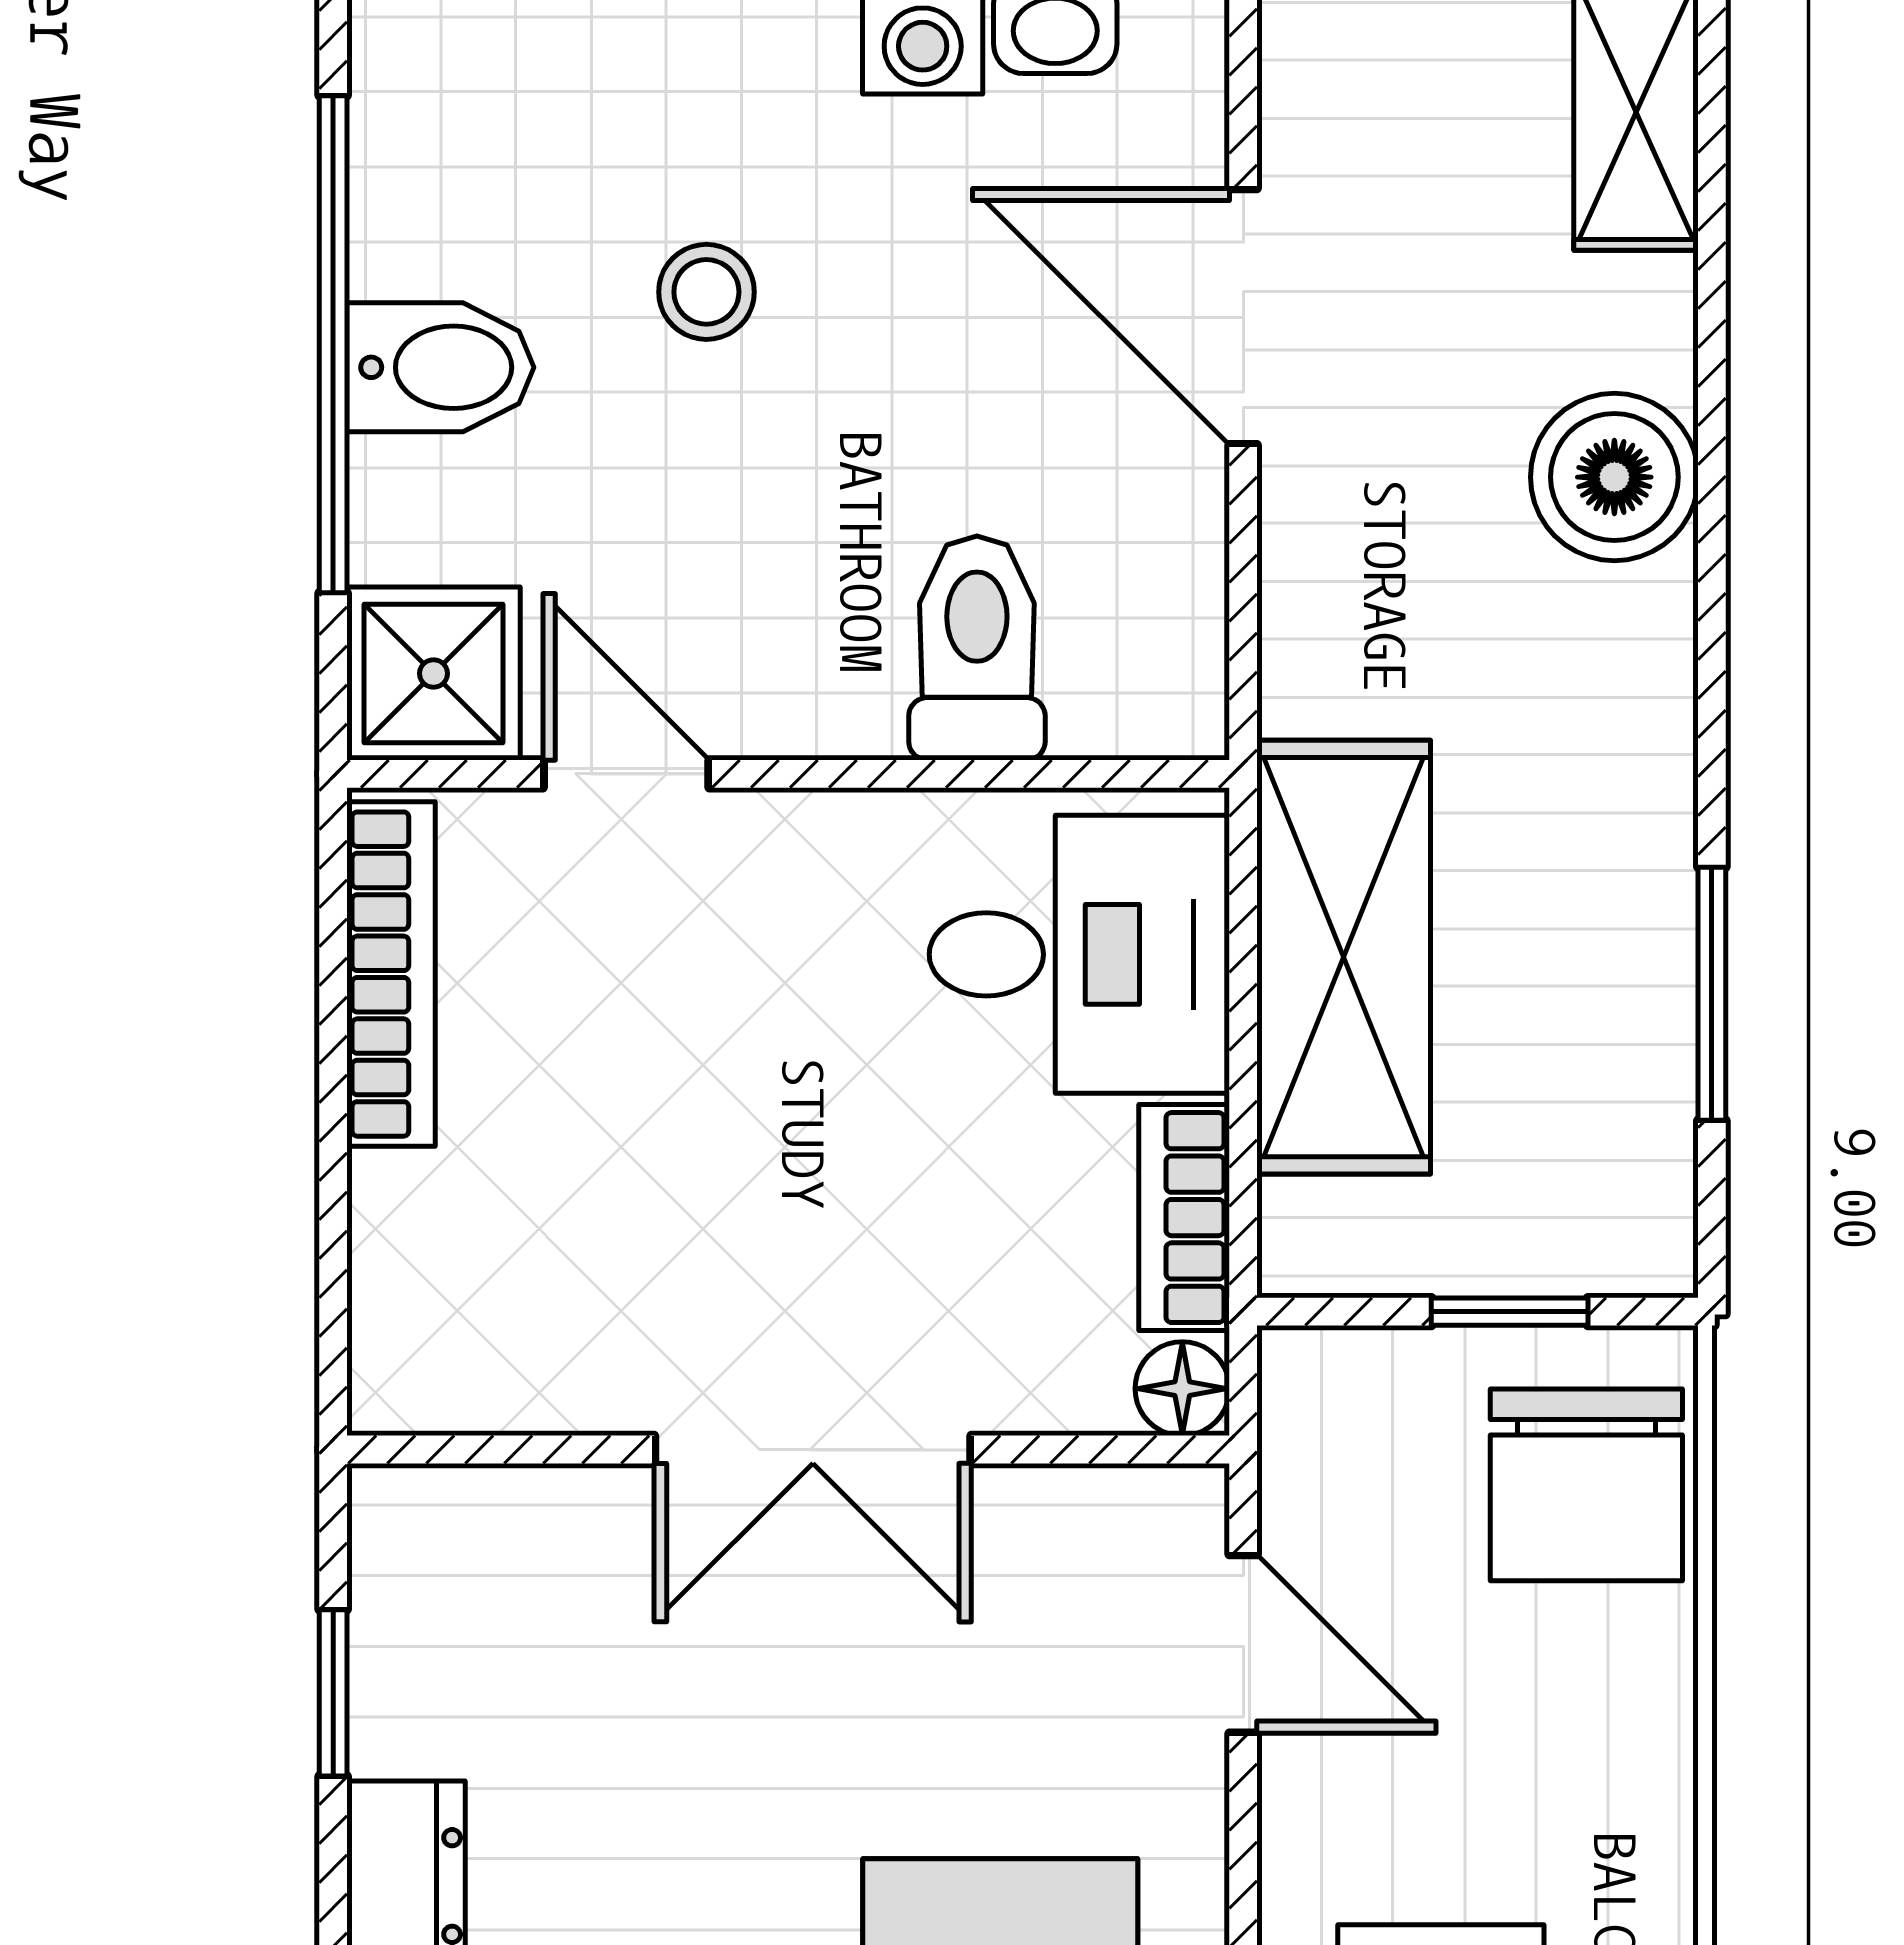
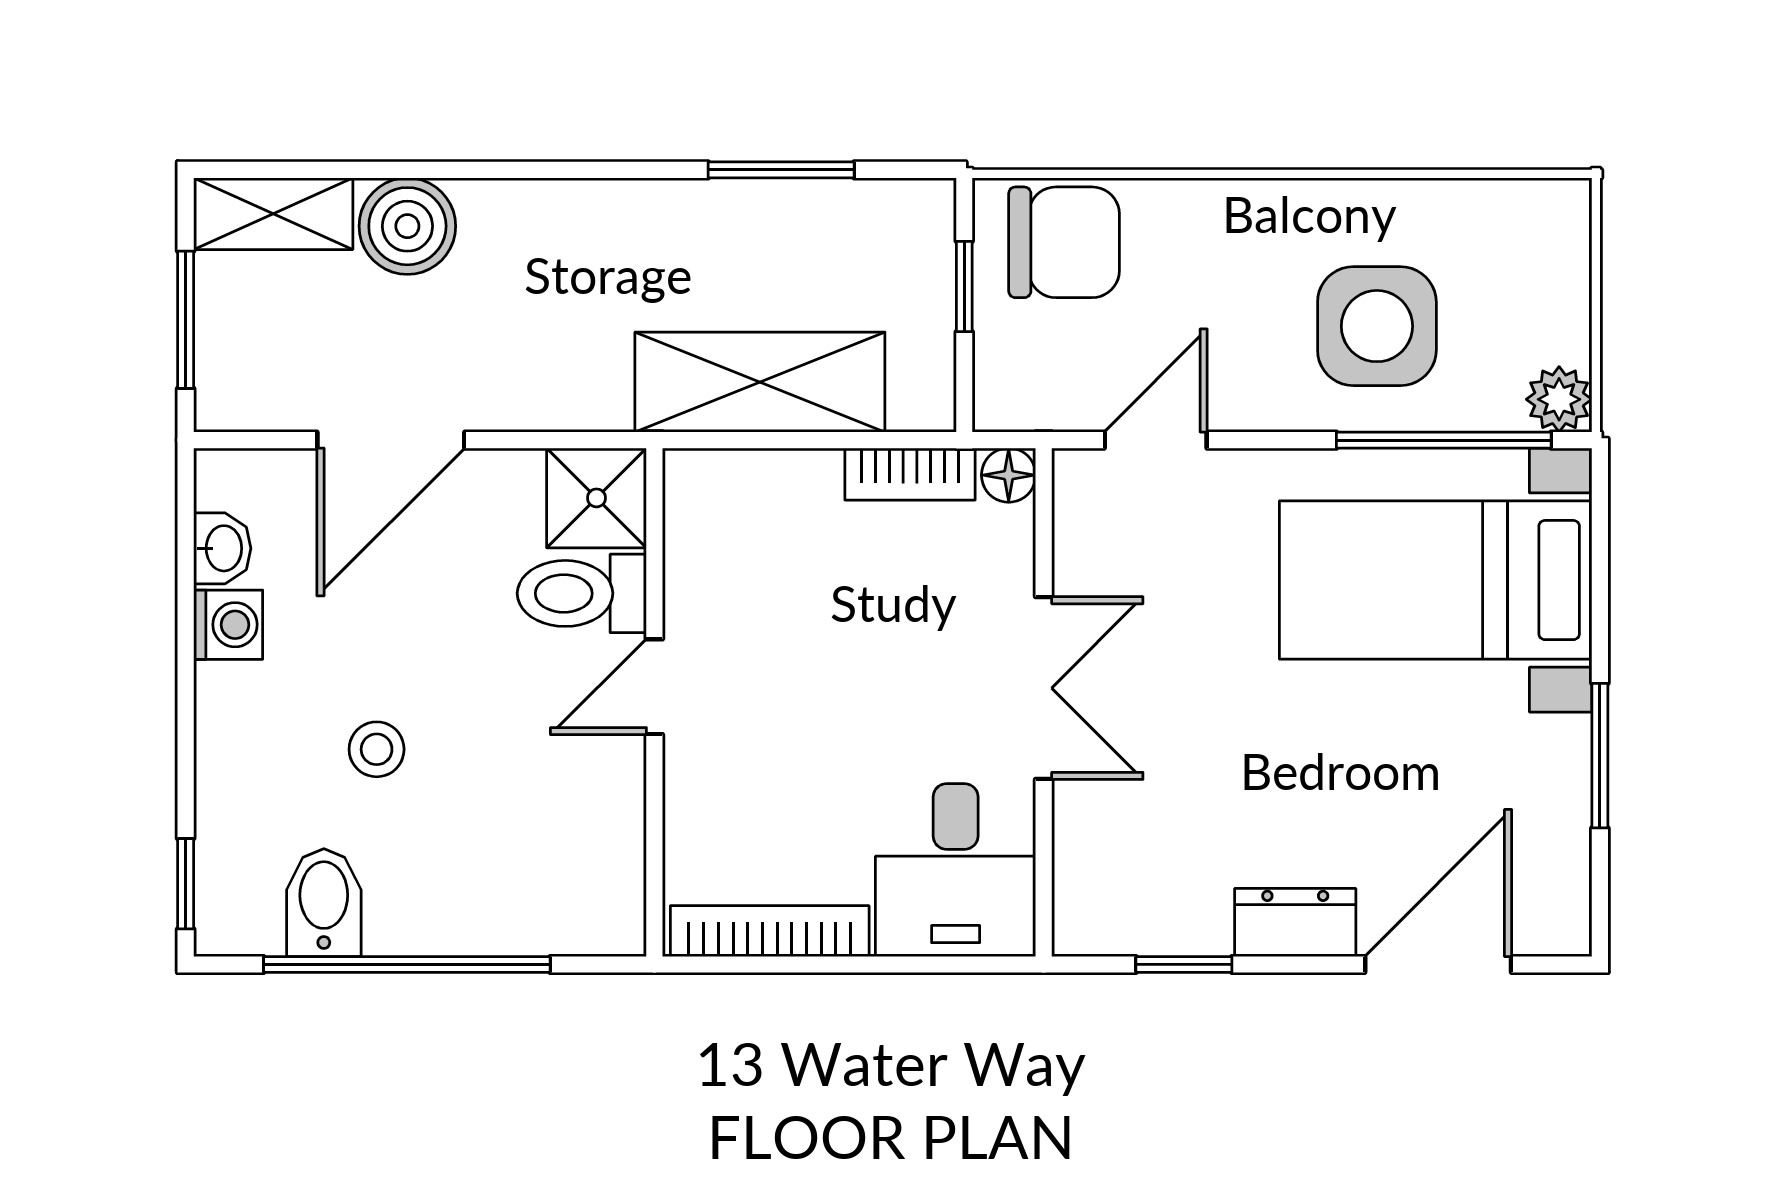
bidet: (440, 367) -> (324, 903), moved
boiler: (1614, 477) -> (407, 226), moved
shower: (434, 673) -> (596, 498), moved
door: (626, 774) -> (654, 687), moved
desk: (1079, 954) -> (956, 870), moved, turned 180

